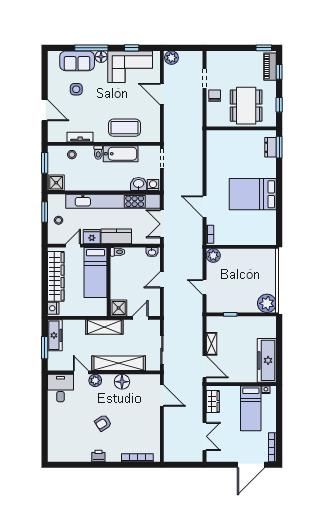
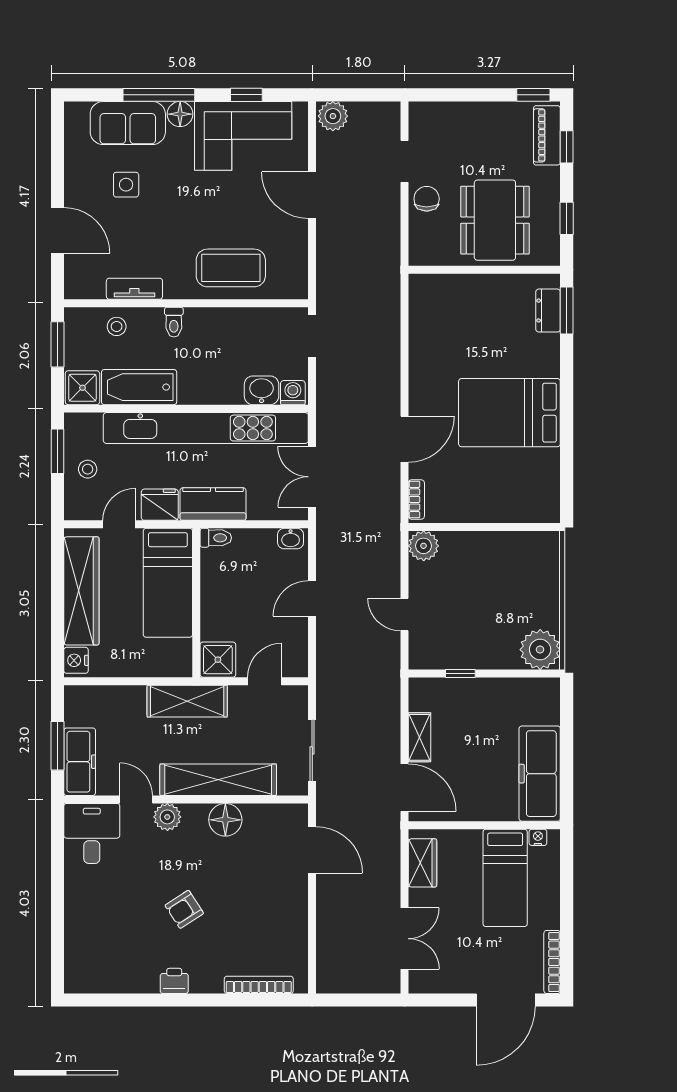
bathtub: (121, 154) -> (139, 387), moved, turned 180
door: (205, 206) -> (405, 439), swing flipped
freezer: (55, 335) -> (80, 762), moved

